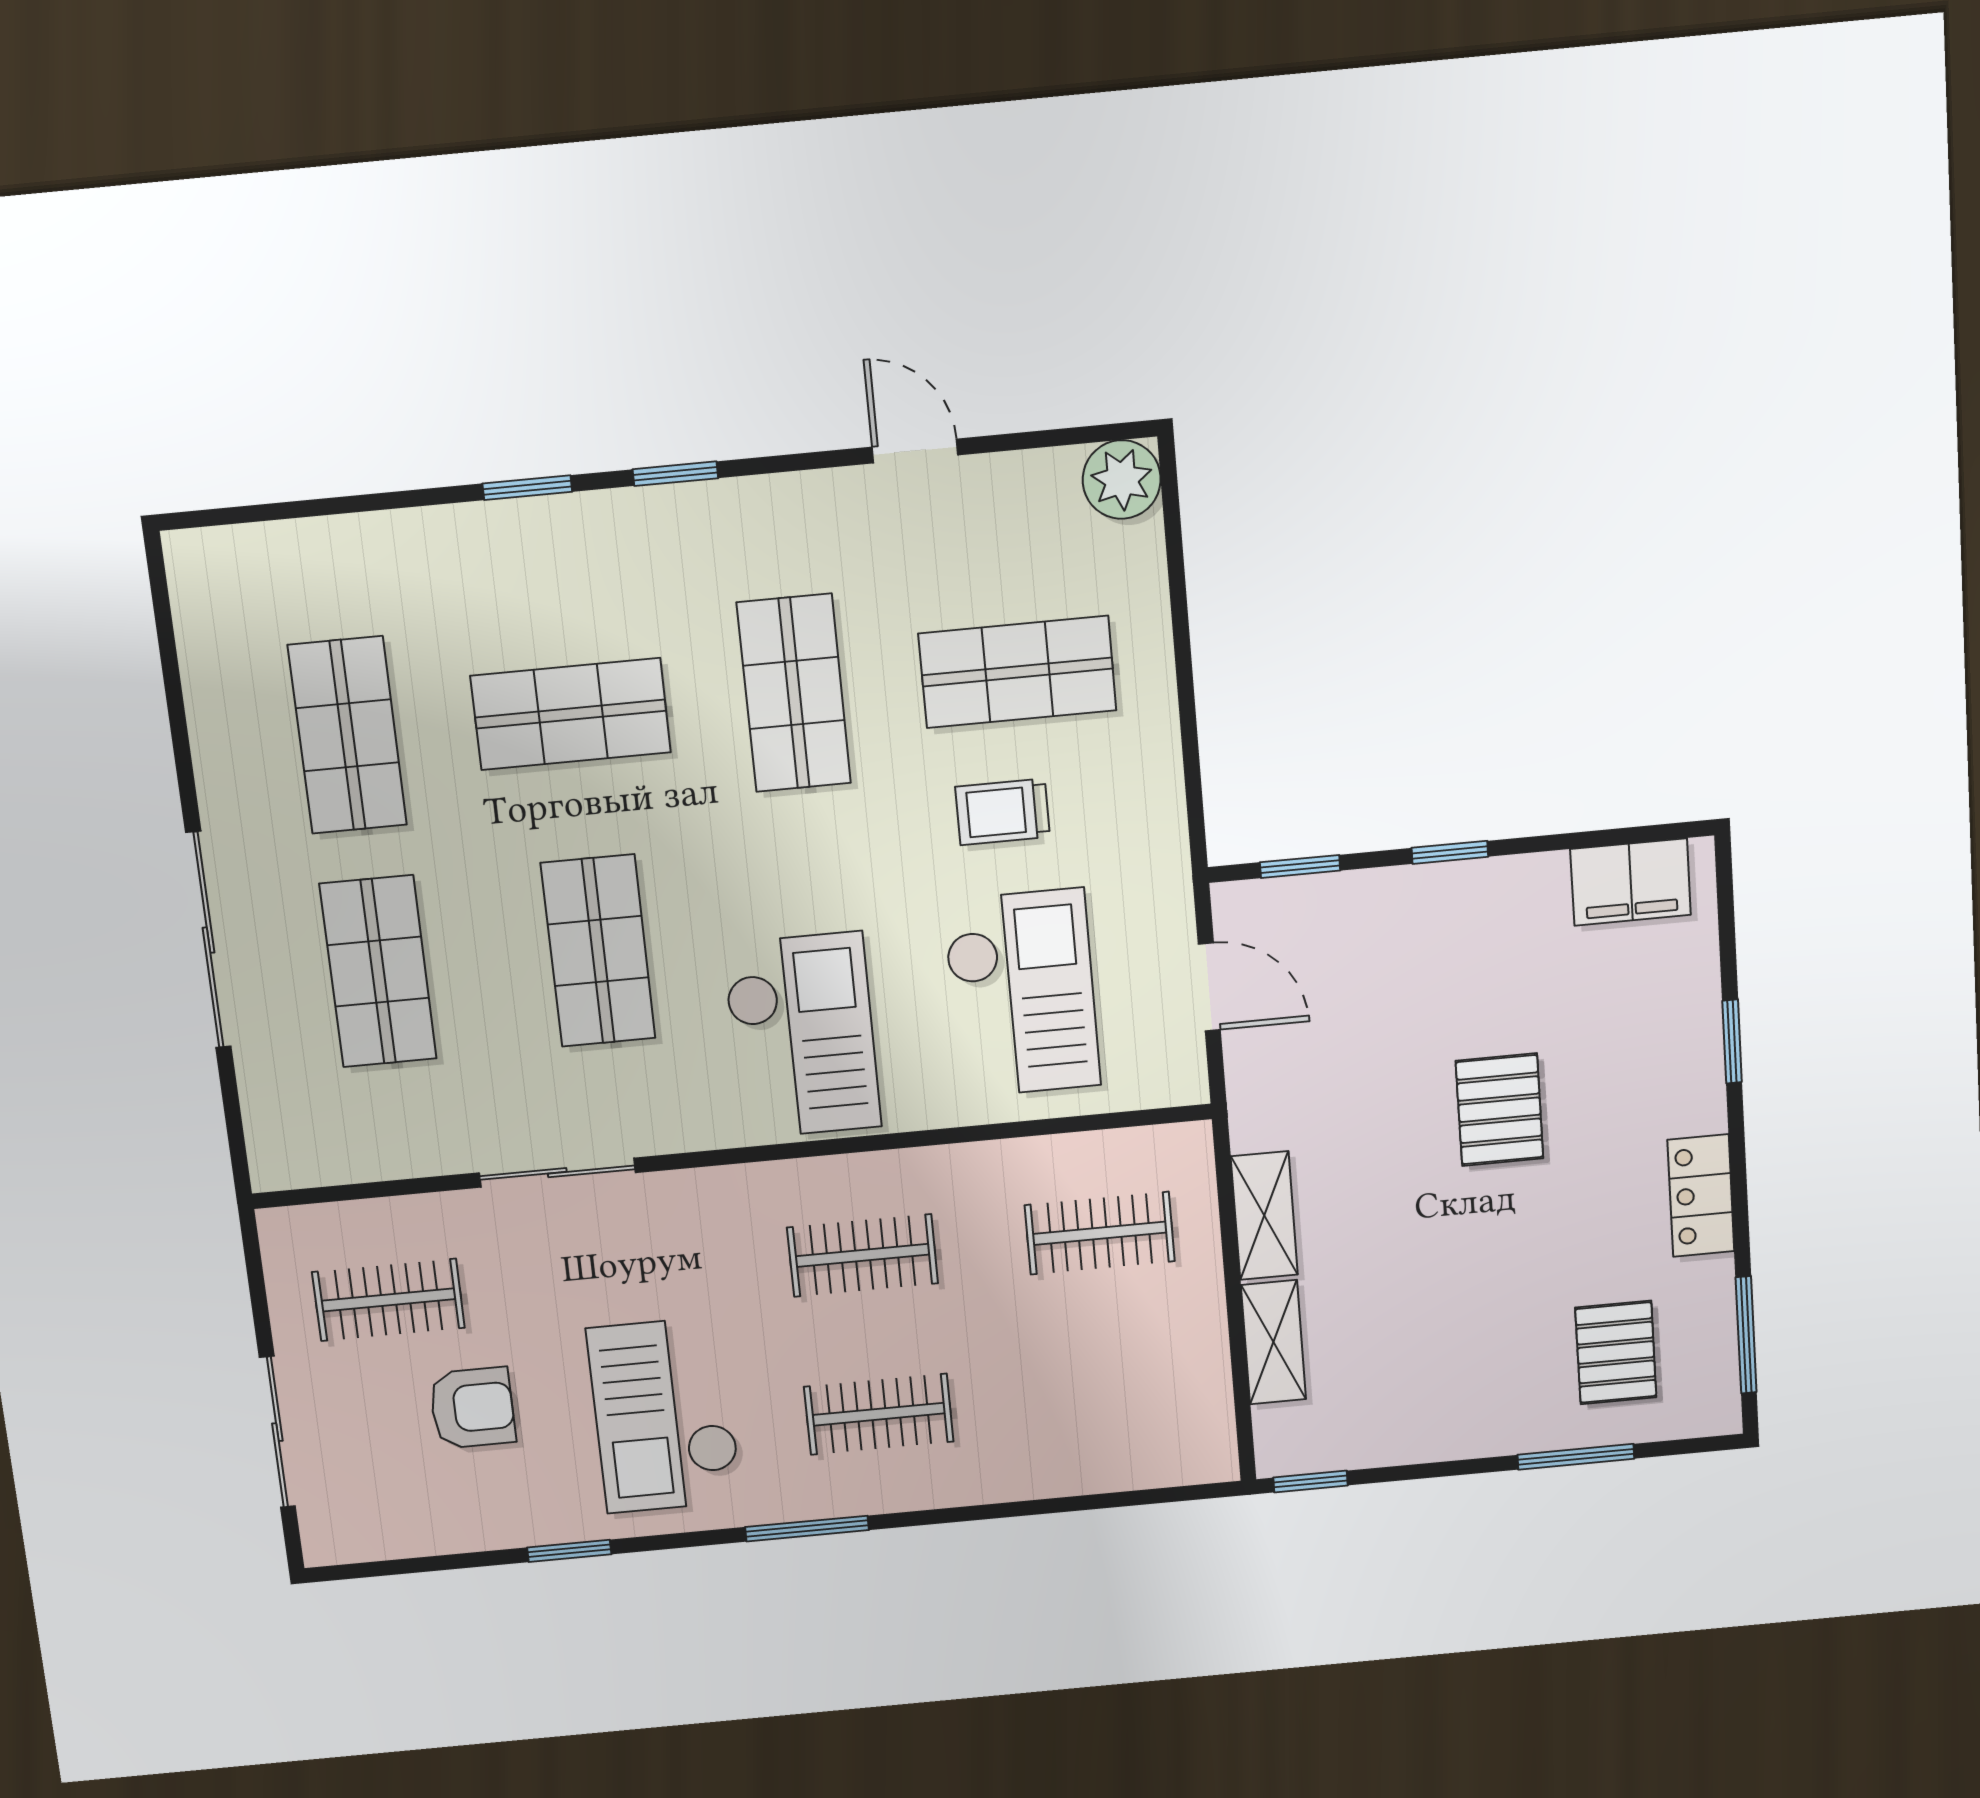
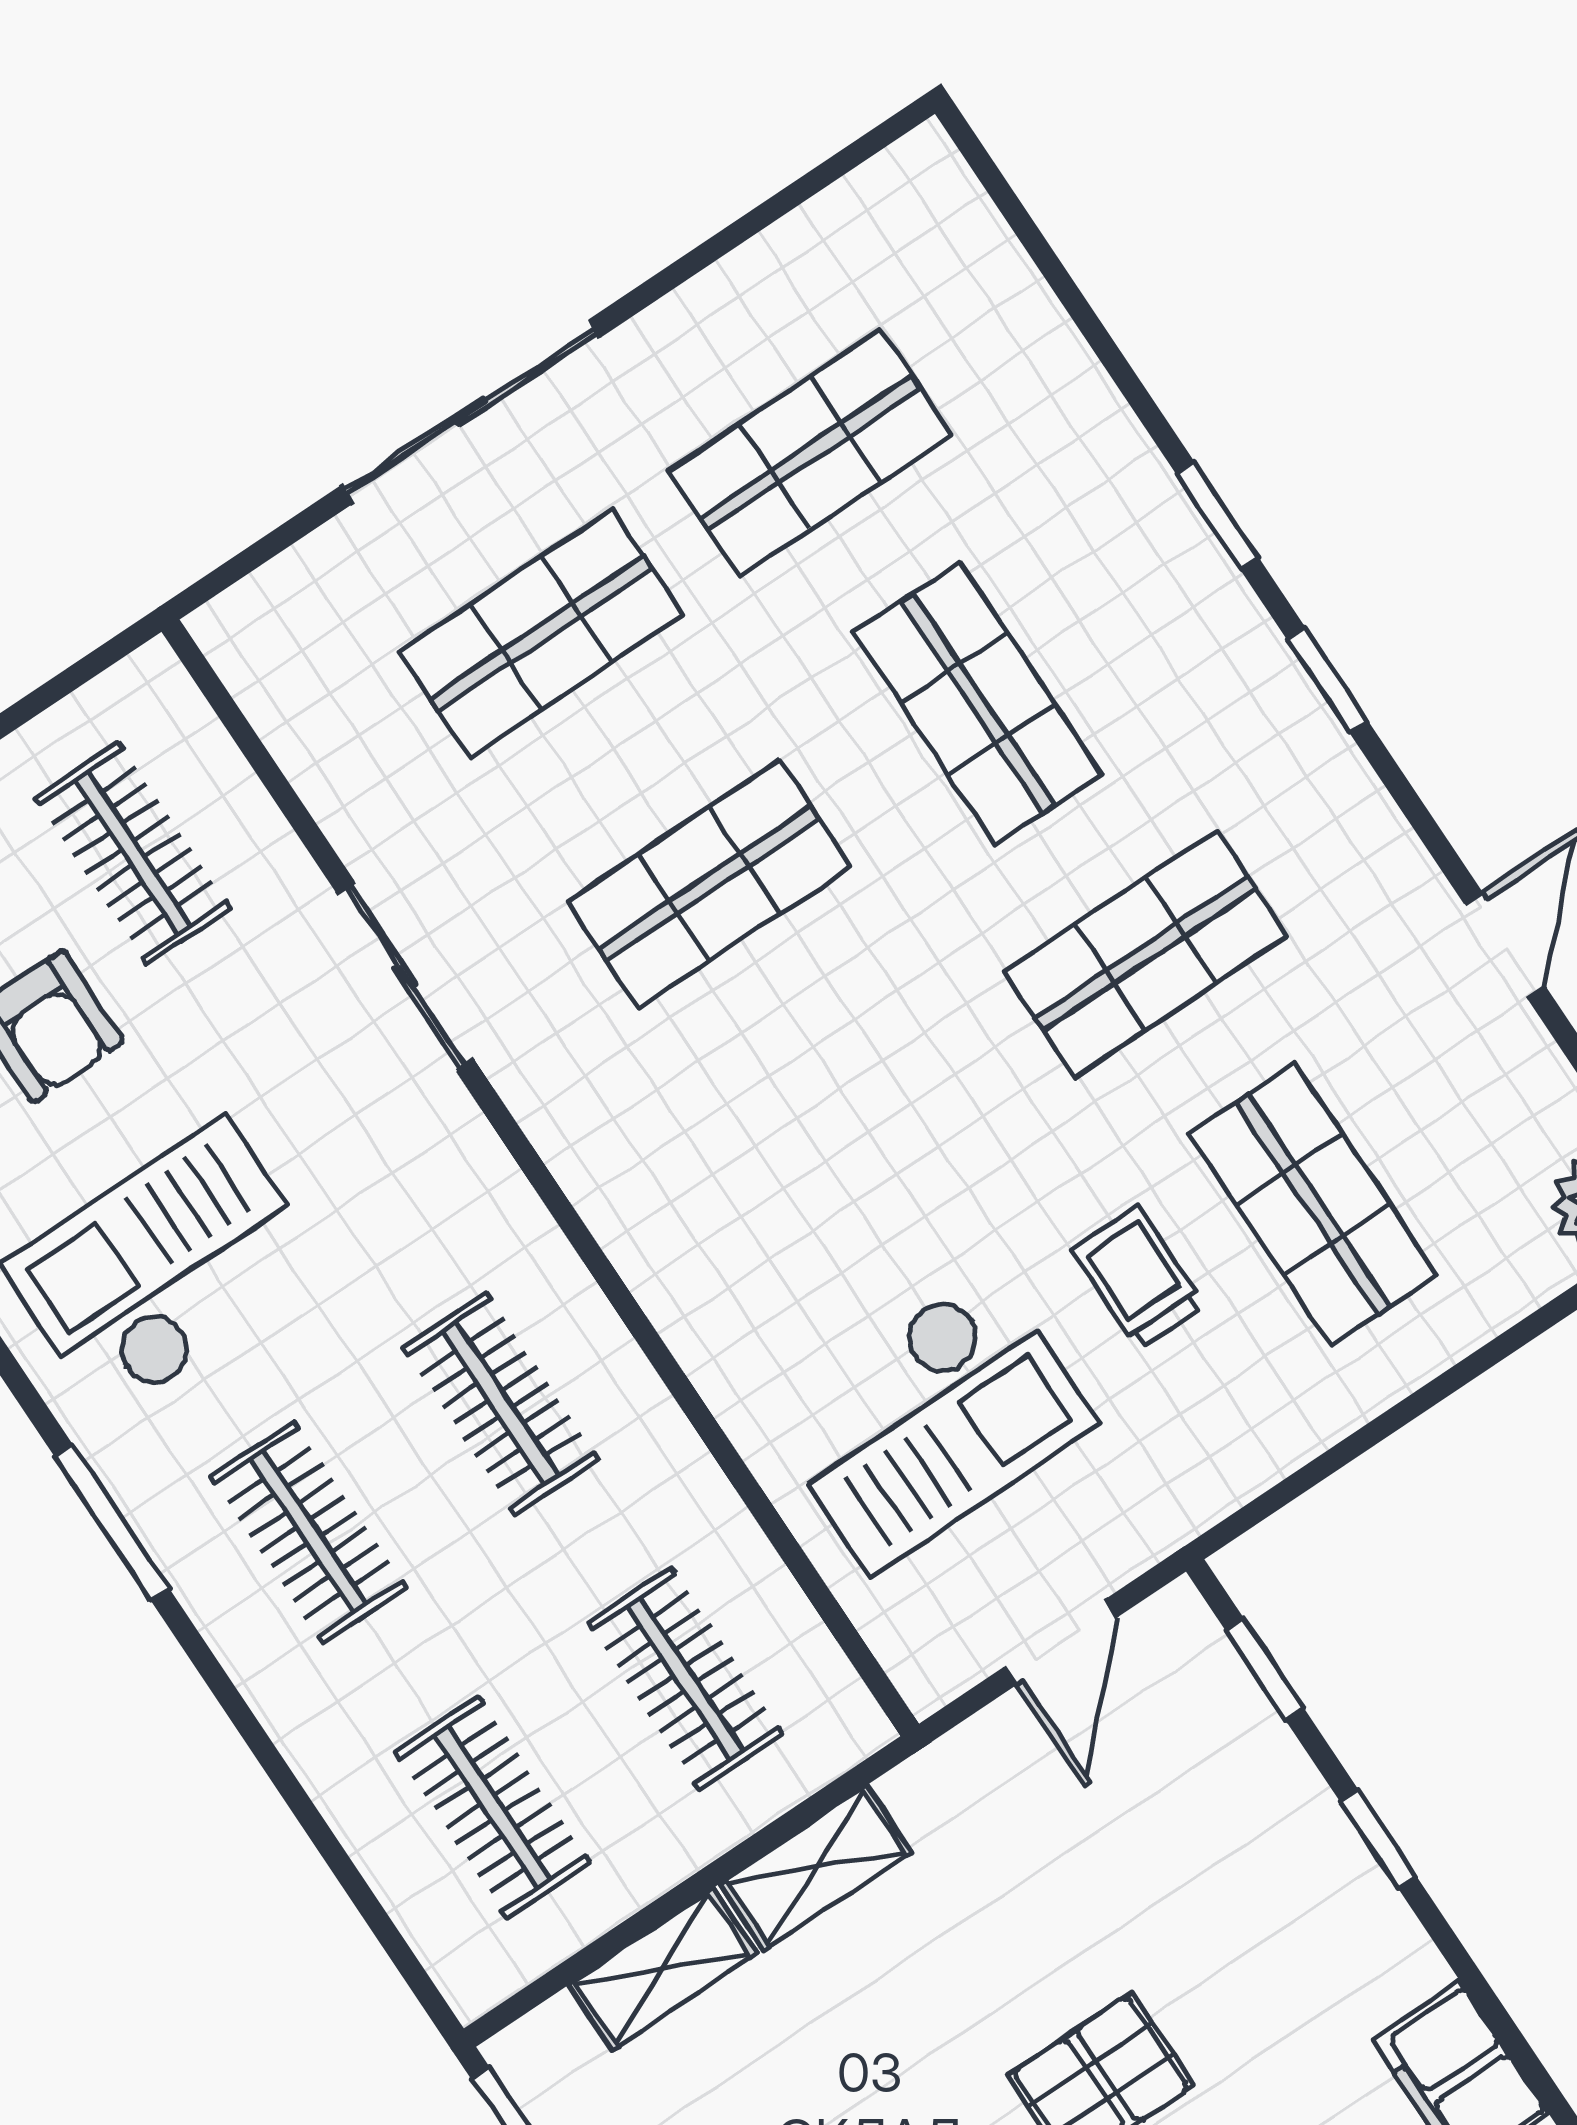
checkout: (802, 1036) -> (736, 1183), removed
clothes rail: (1114, 1392) -> (493, 1807), added

